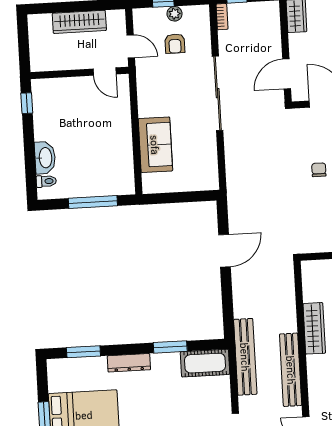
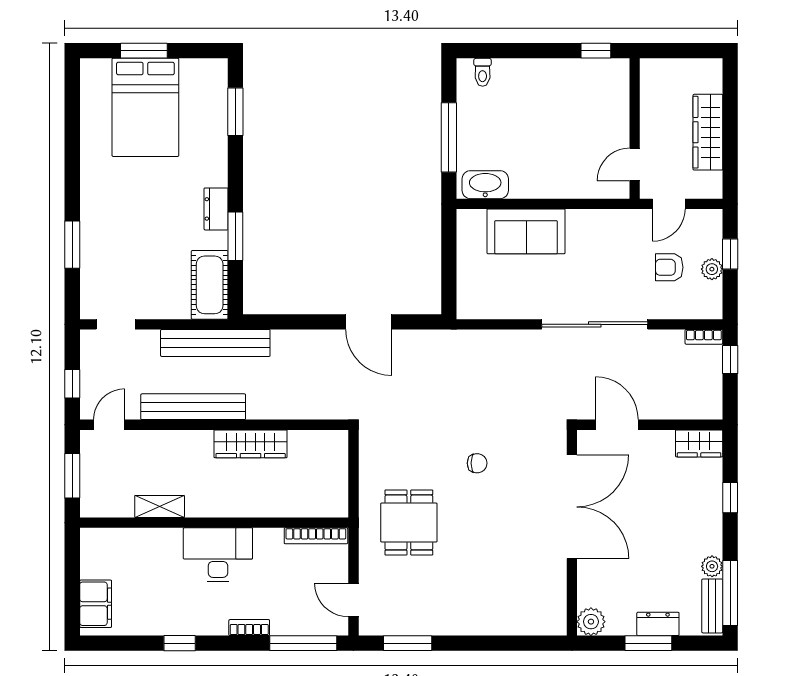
washbasin: (45, 158) -> (485, 185), moved, turned 180
dresser: (129, 363) -> (216, 209), moved, width x0.70

